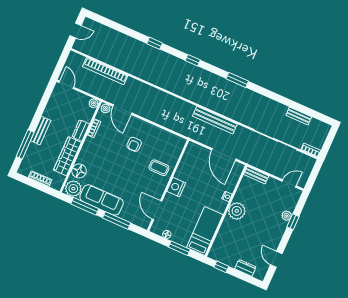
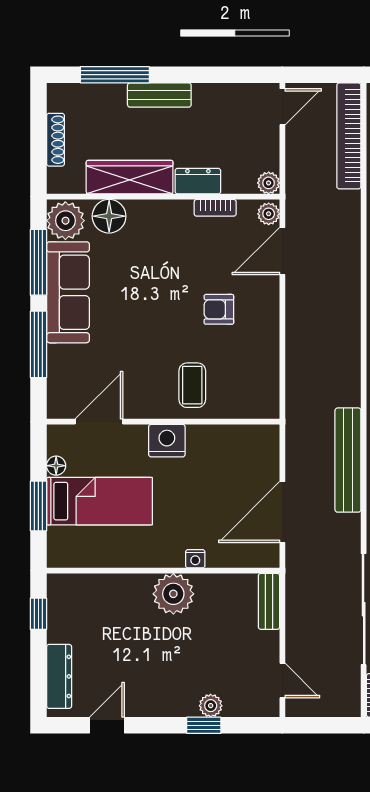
bookcase: (105, 71) -> (349, 136), moved
bed: (205, 231) -> (99, 501), moved
dresser: (245, 268) -> (59, 676), width x1.44

